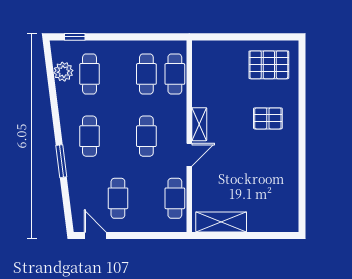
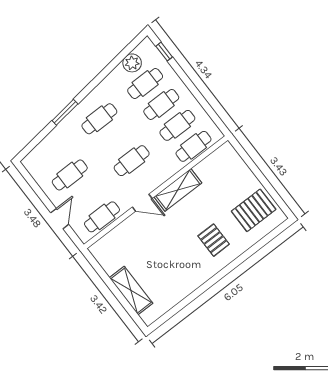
pallet: (269, 65) -> (254, 210), turned 90
cafe table: (118, 74) -> (161, 104), added
shelving: (199, 124) -> (178, 190), width x1.50, depth x1.33
shelving: (221, 222) -> (131, 291), moved
door: (95, 235) -> (60, 219), moved

